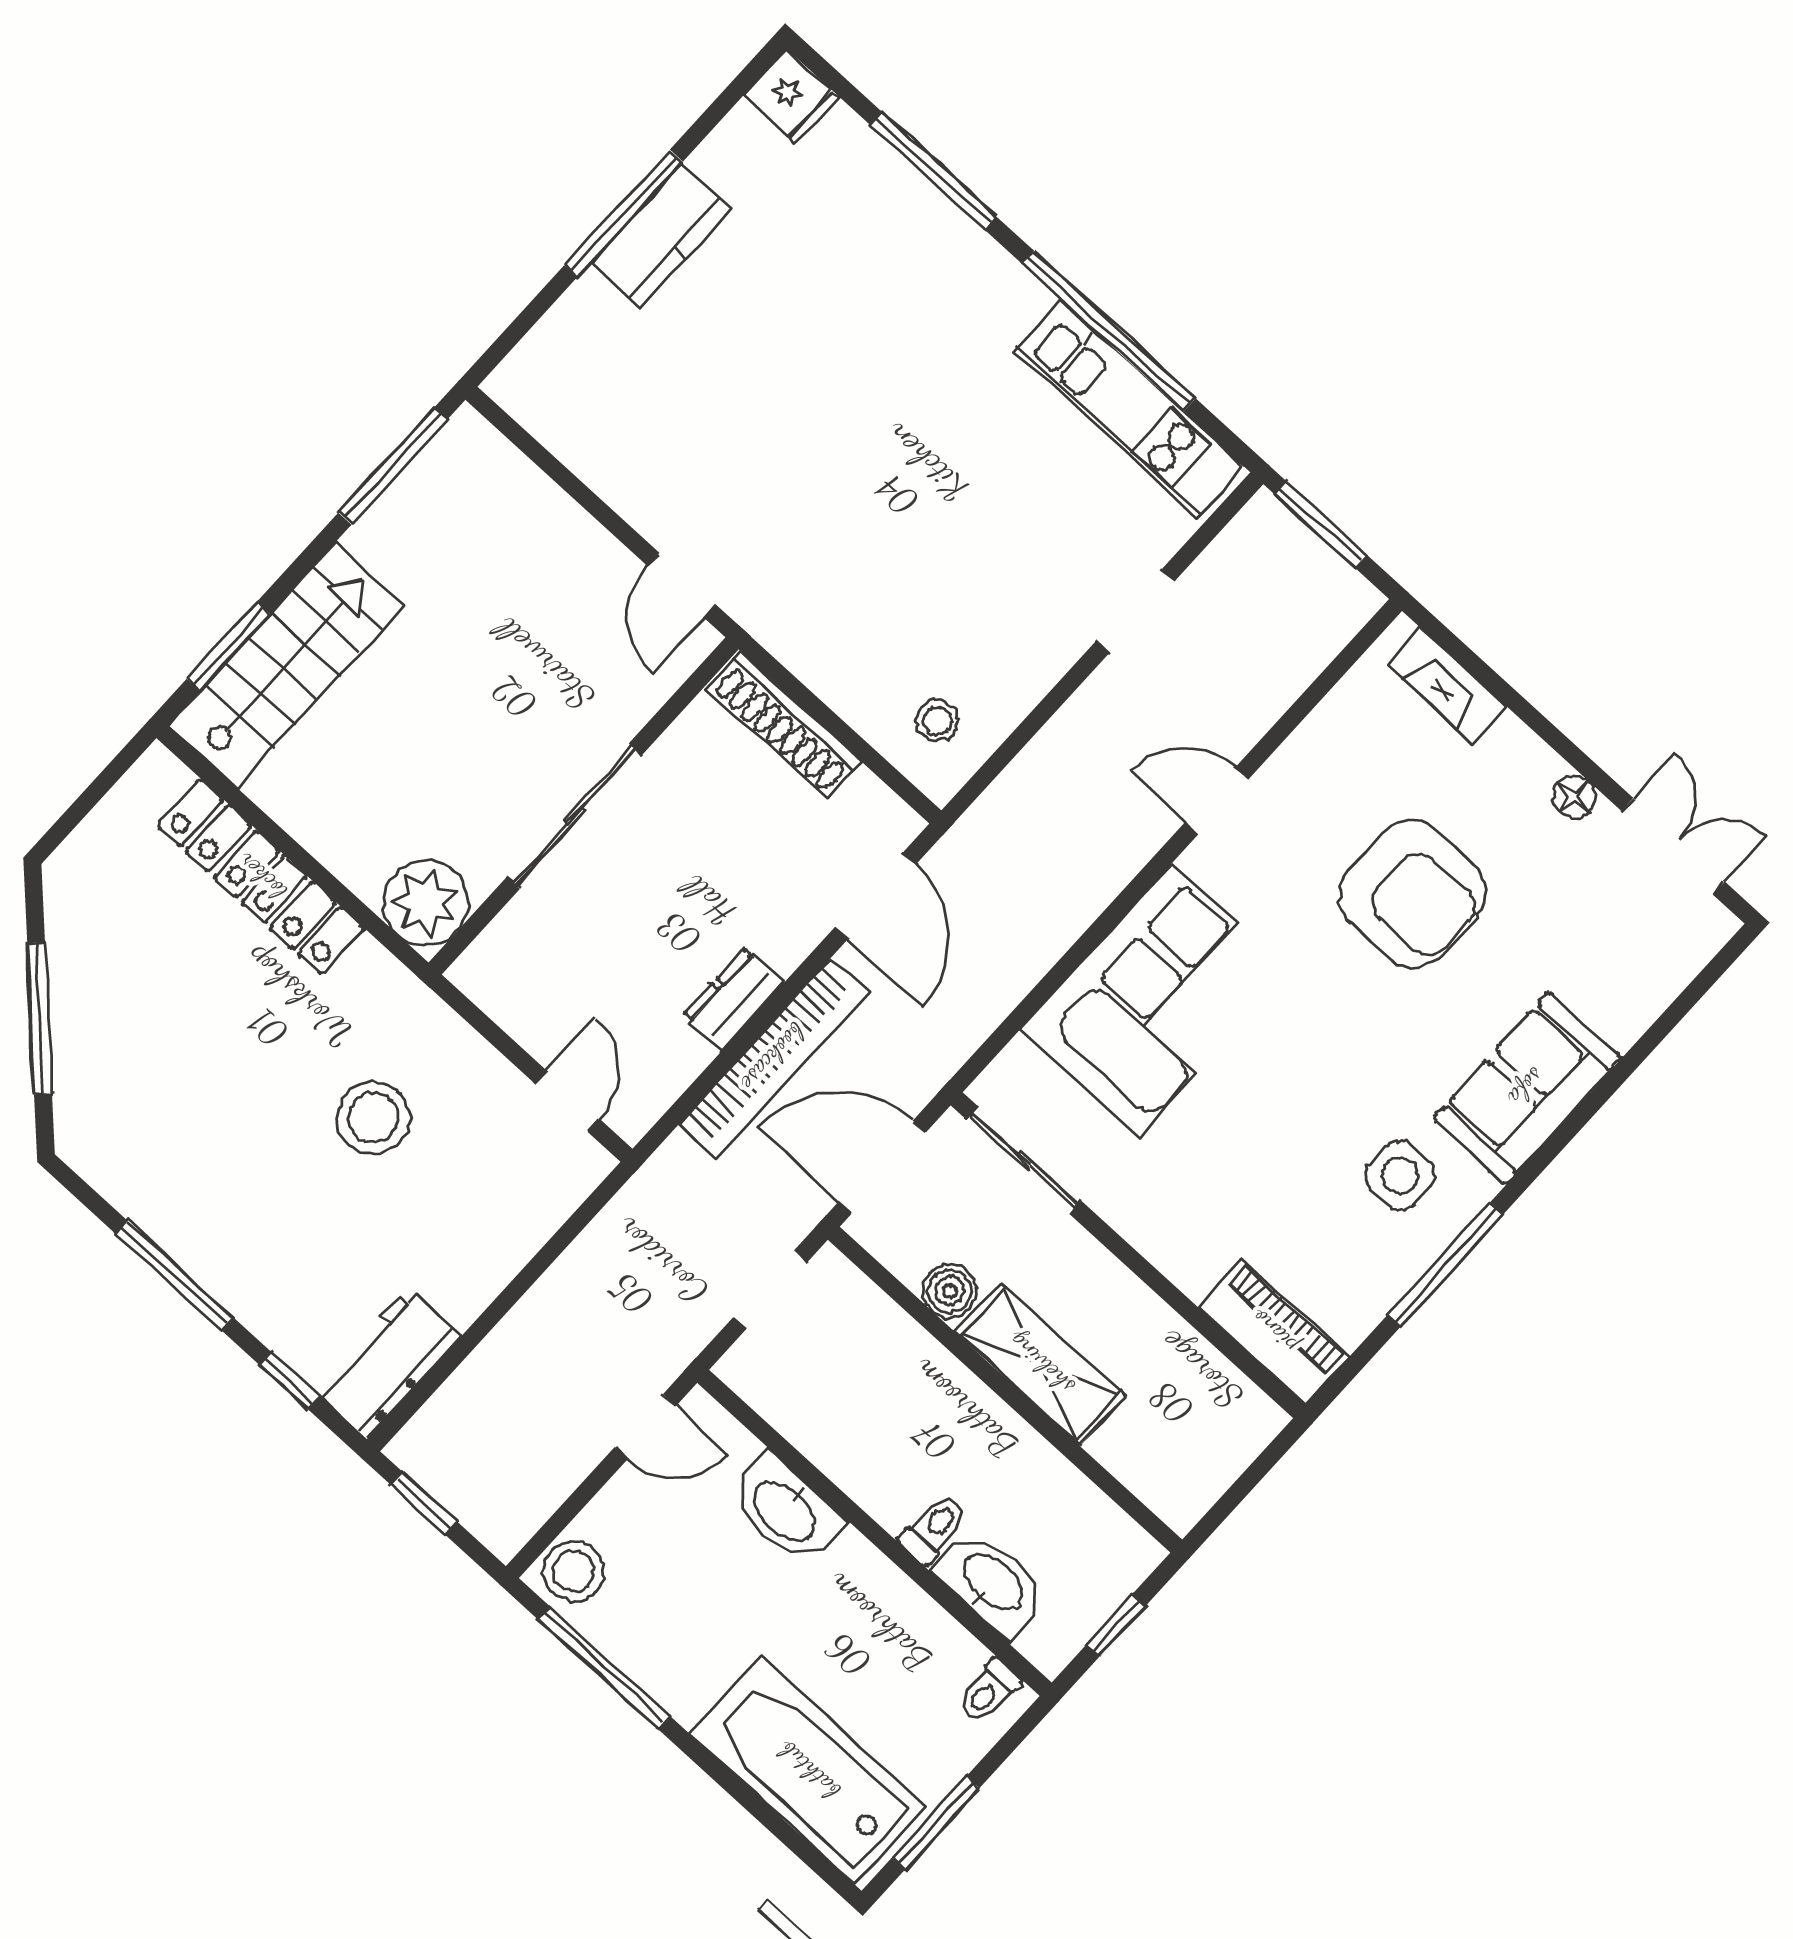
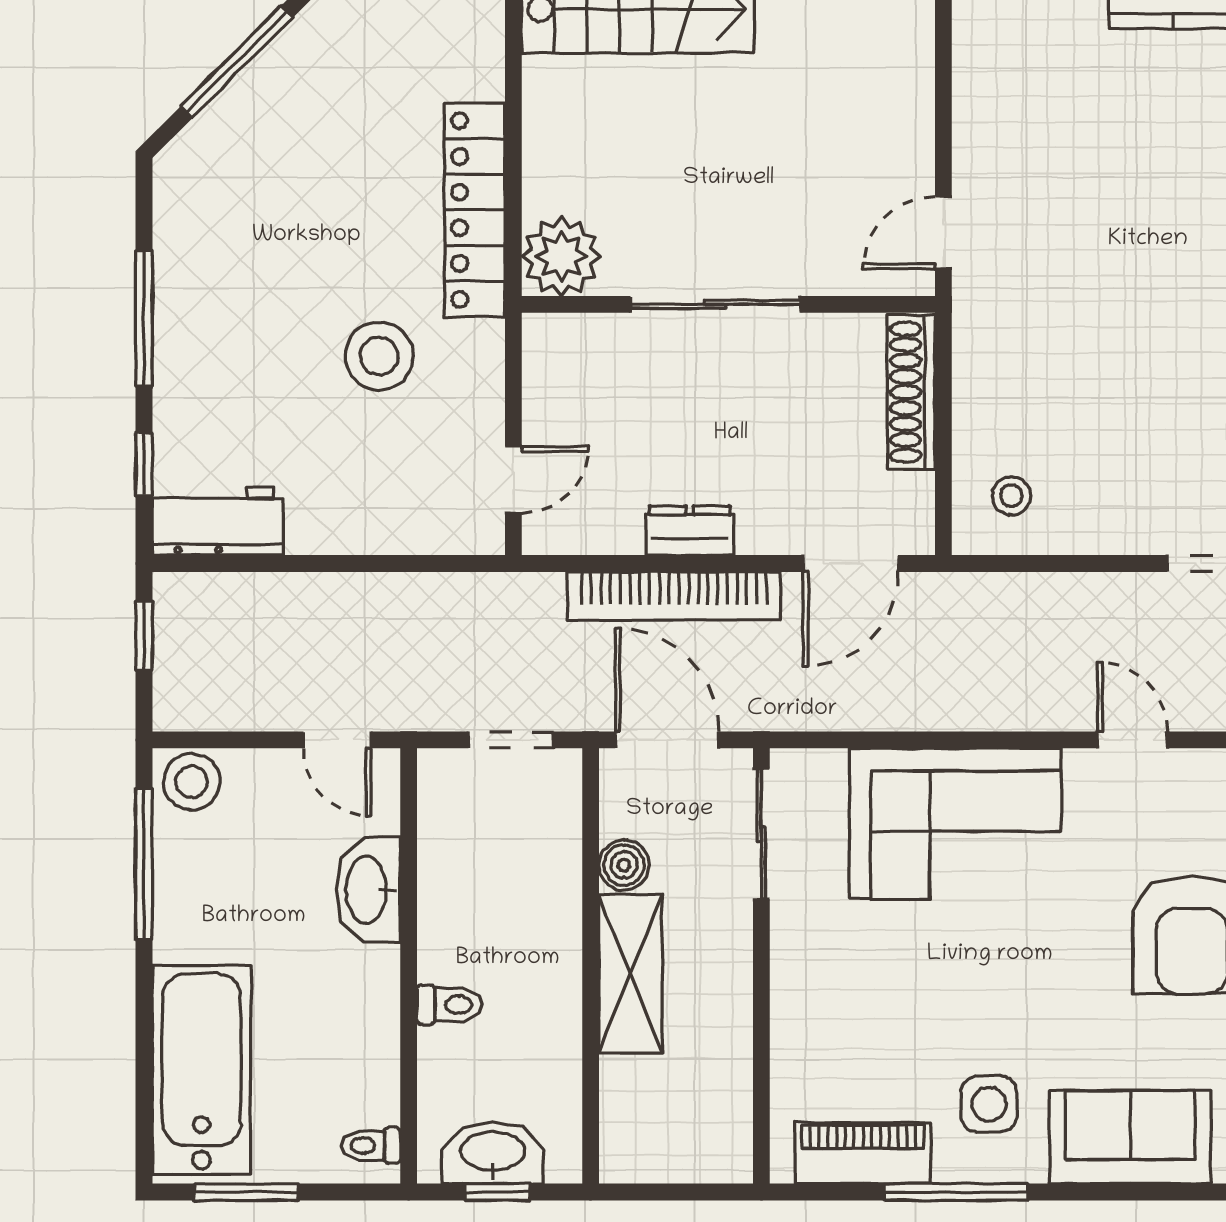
locker: (261, 877) -> (475, 210), moved
piano: (1273, 1332) -> (863, 1153), moved, turned -90
washbasin: (992, 1584) -> (493, 1153), moved, turned -90

